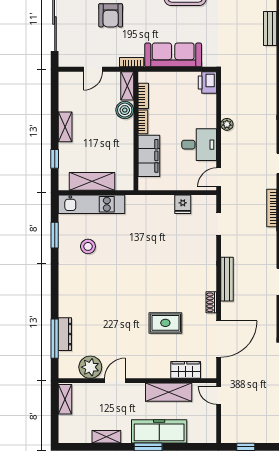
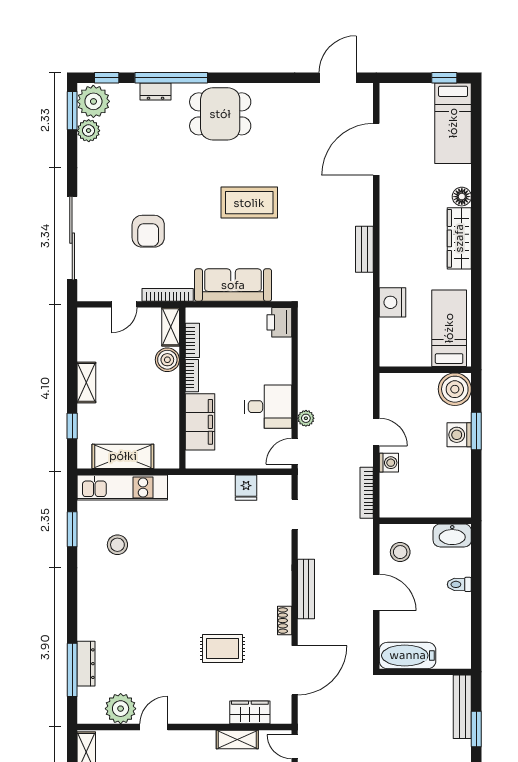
bookcase: (132, 62) -> (168, 295), width x1.56
plant: (227, 124) -> (306, 418), moved
shelving: (169, 392) -> (237, 739), width x0.67, depth x0.75

